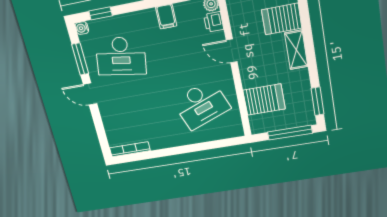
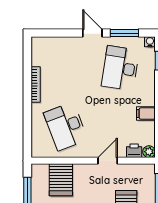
door: (90, 94) -> (92, 33), hinge flipped
bookcase: (130, 149) -> (36, 85), moved

